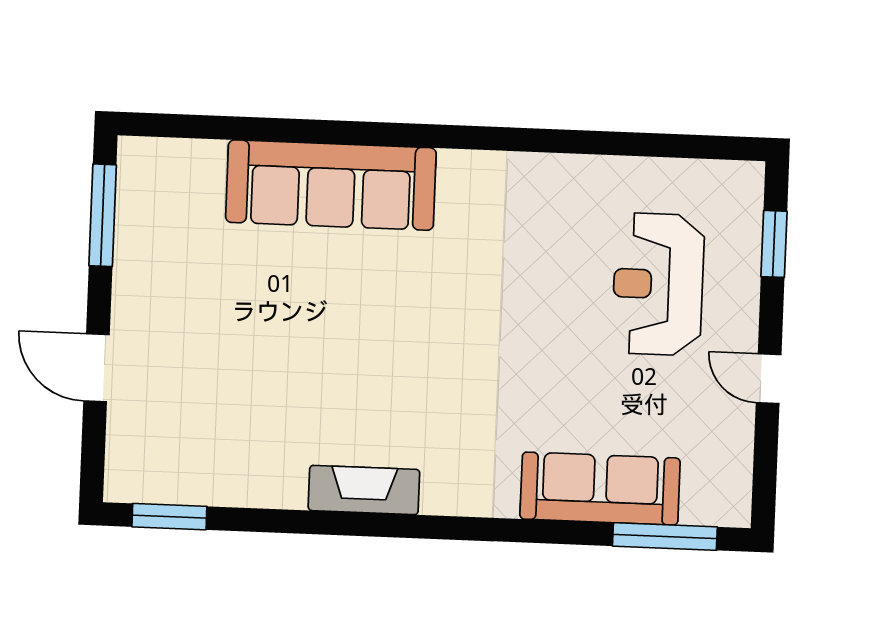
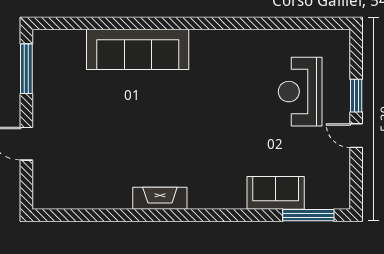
window: (774, 244) -> (356, 96), moved
sofa: (600, 489) -> (276, 193), width x0.73
window: (169, 517) -> (65, 215), removed

